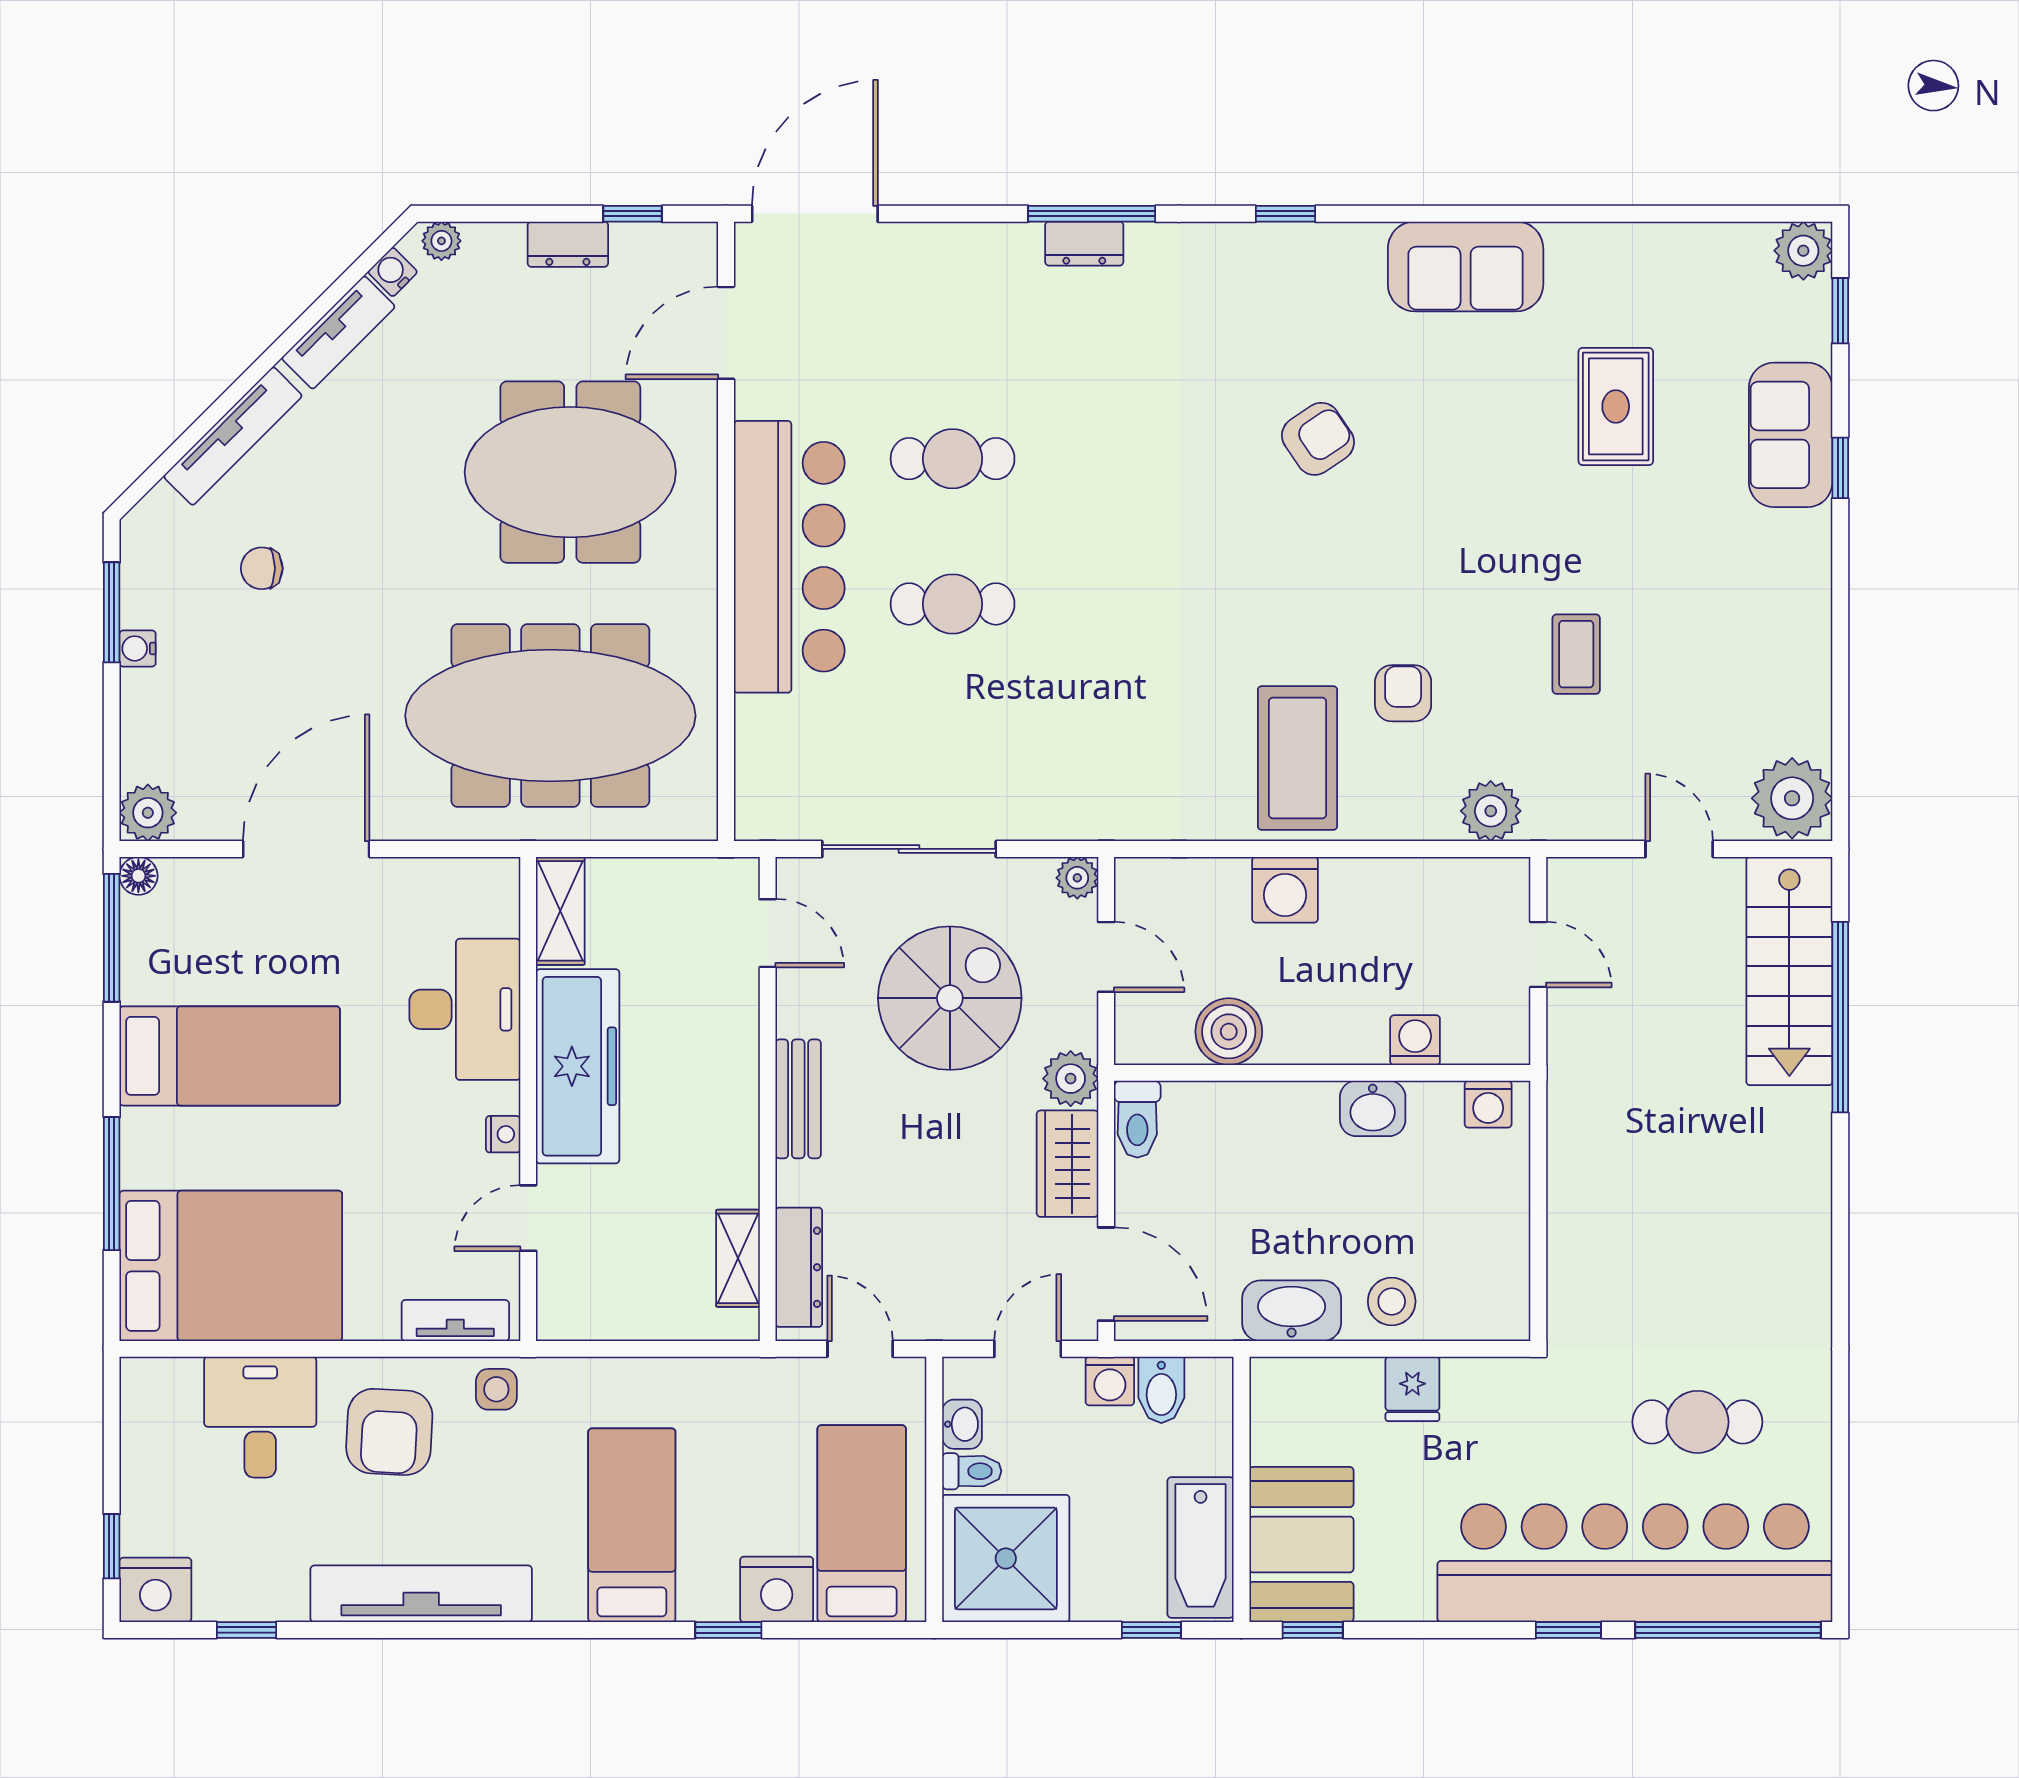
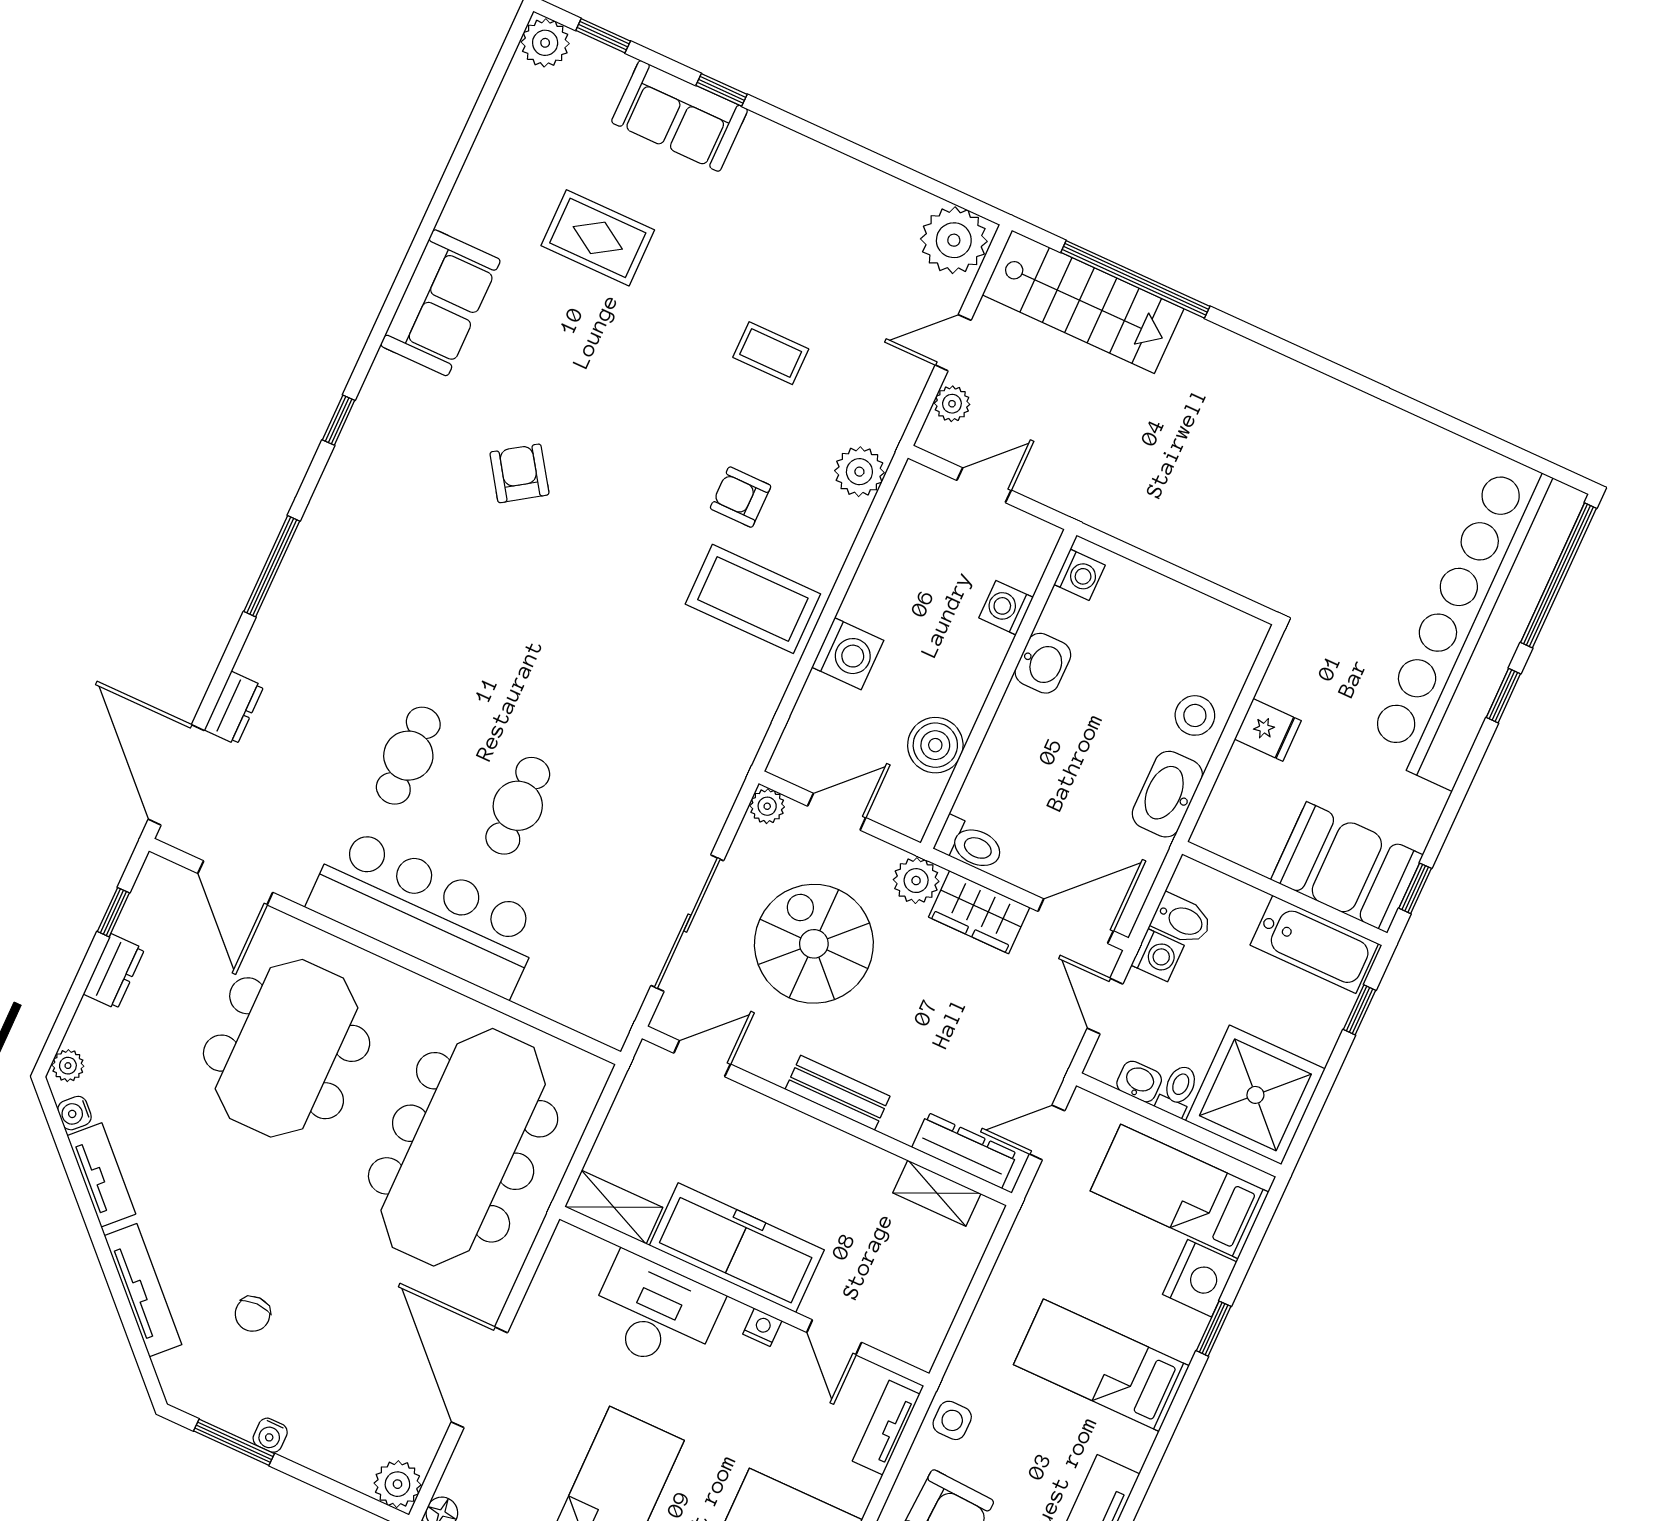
dresser: (1084, 244) -> (234, 708), moved
plant: (1612, 878) -> (952, 404), added
cafe table: (1697, 1422) -> (1391, 527), removed

